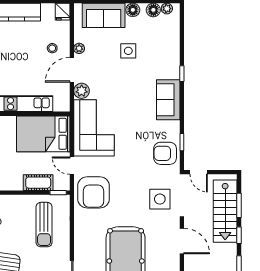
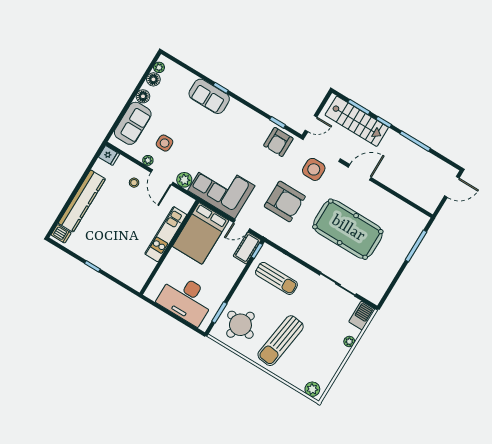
side table: (128, 51) -> (165, 143), moved
sofa: (168, 100) -> (209, 96), moved
cot: (38, 183) -> (247, 248), moved
armchair: (93, 192) -> (285, 201), moved

